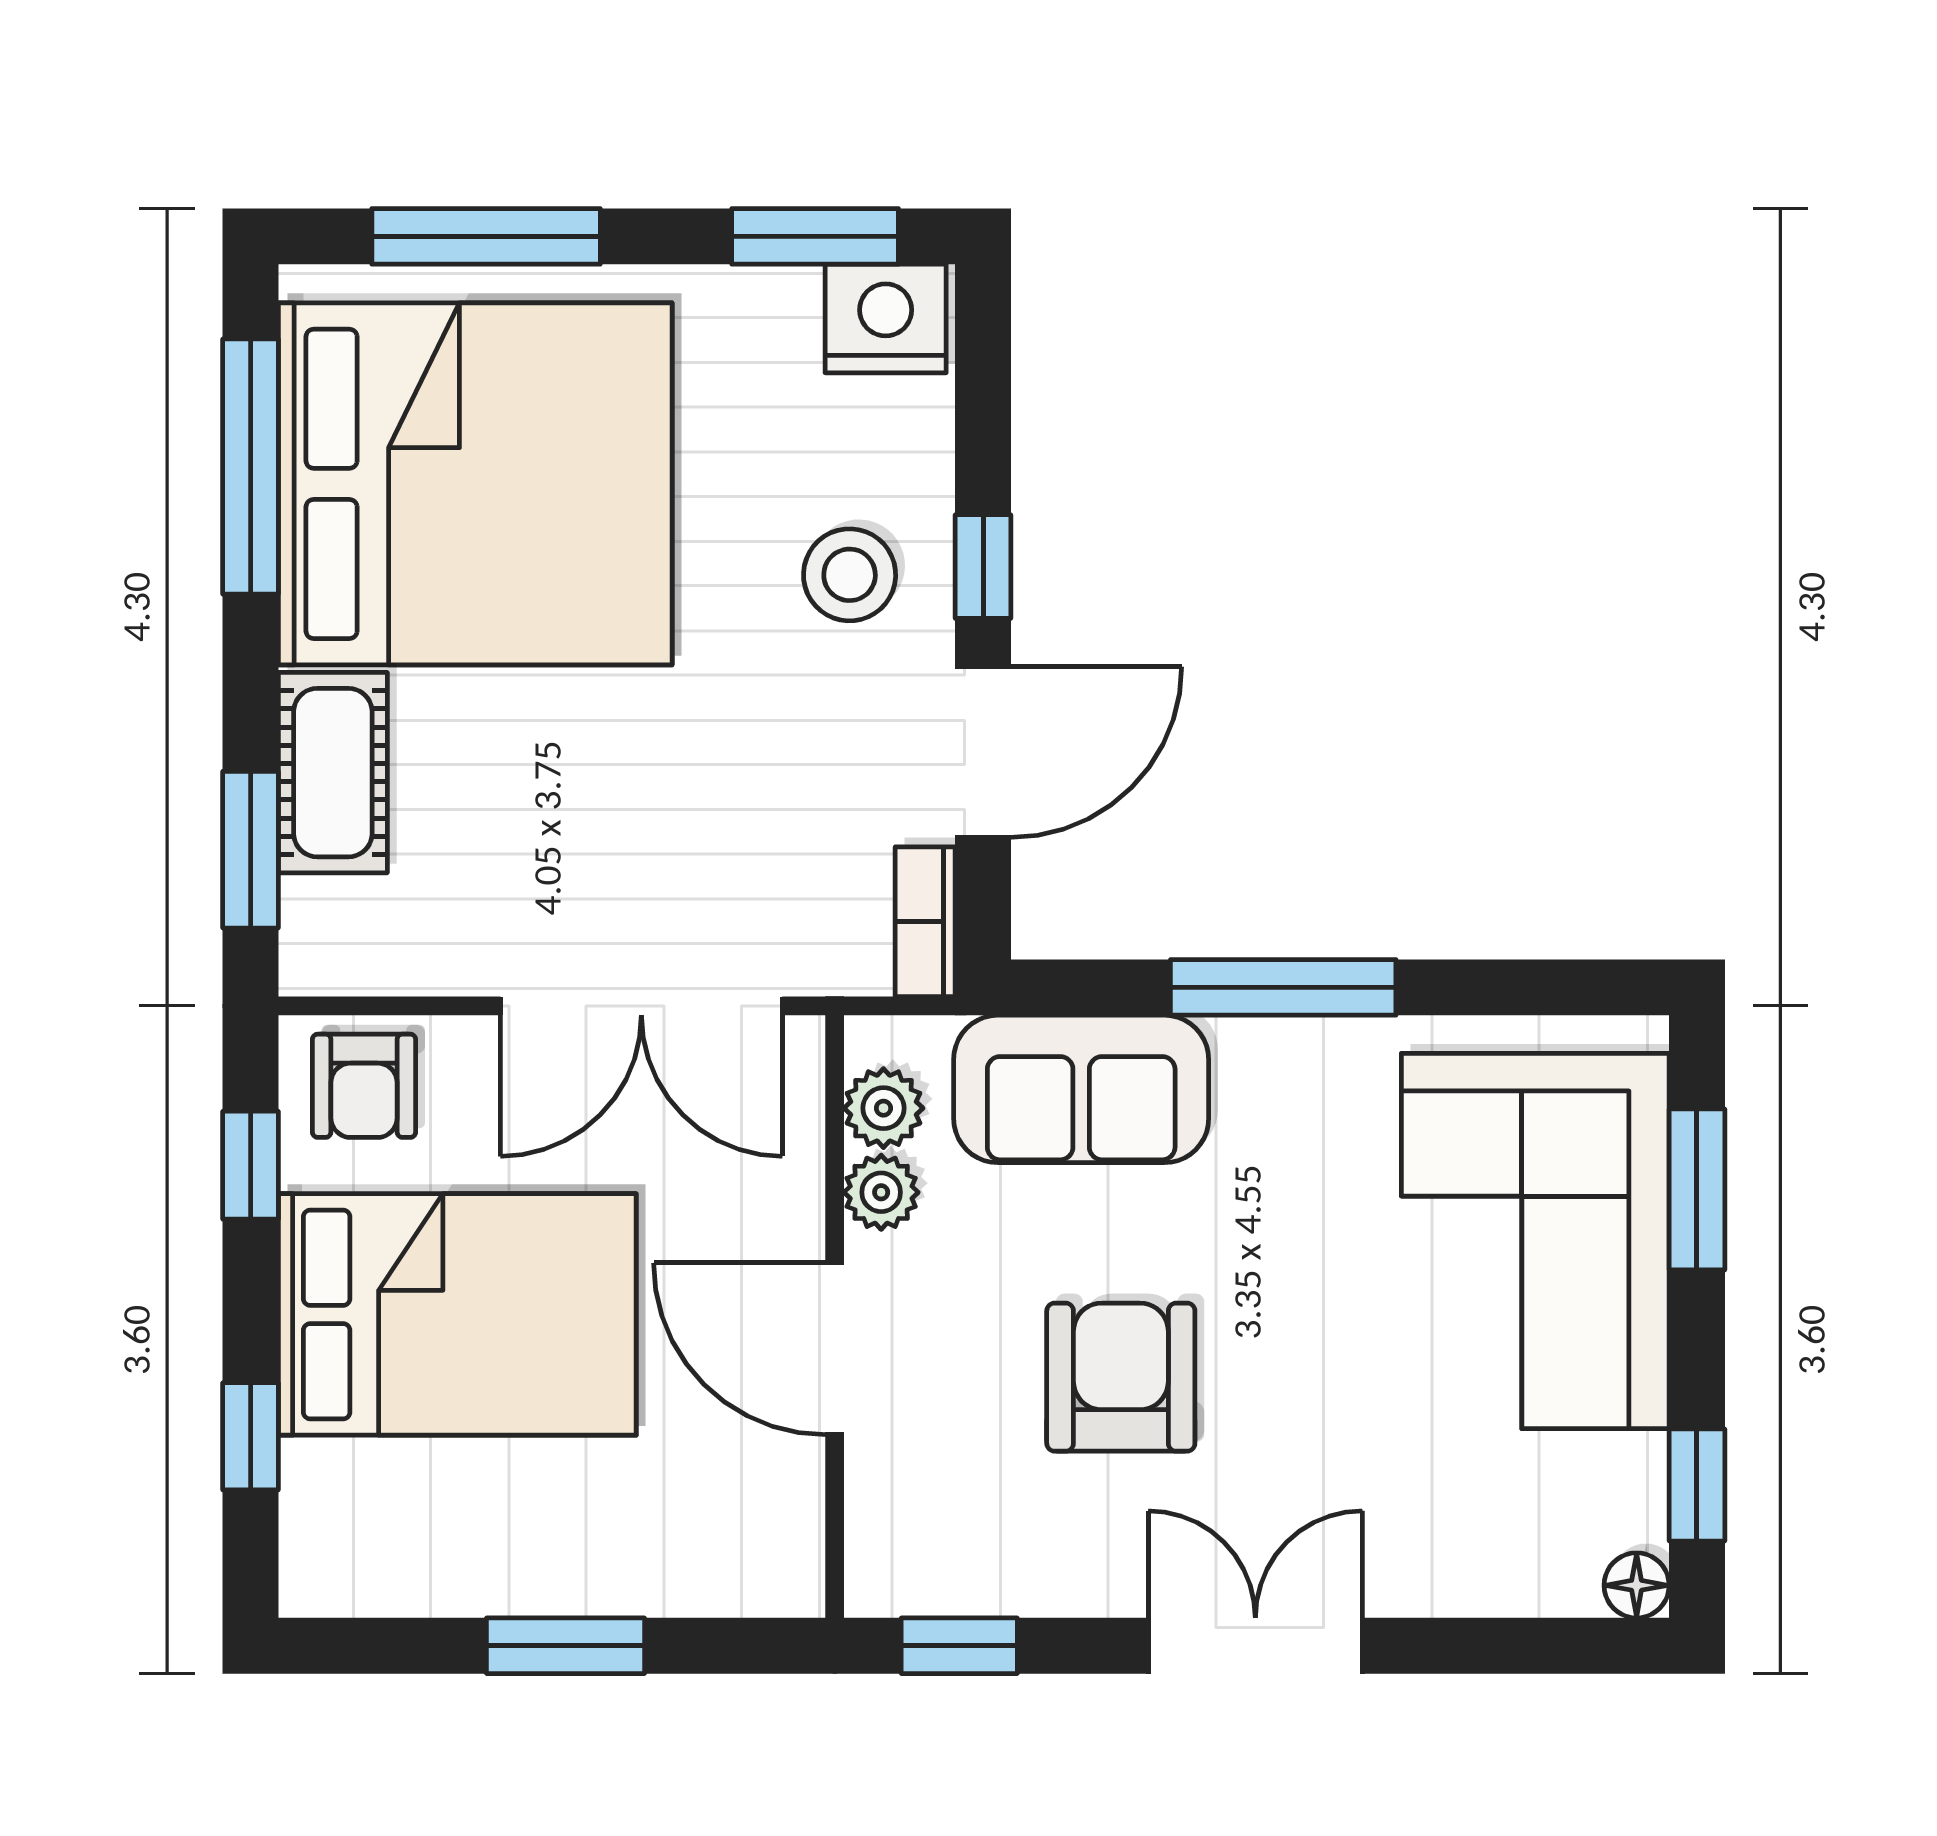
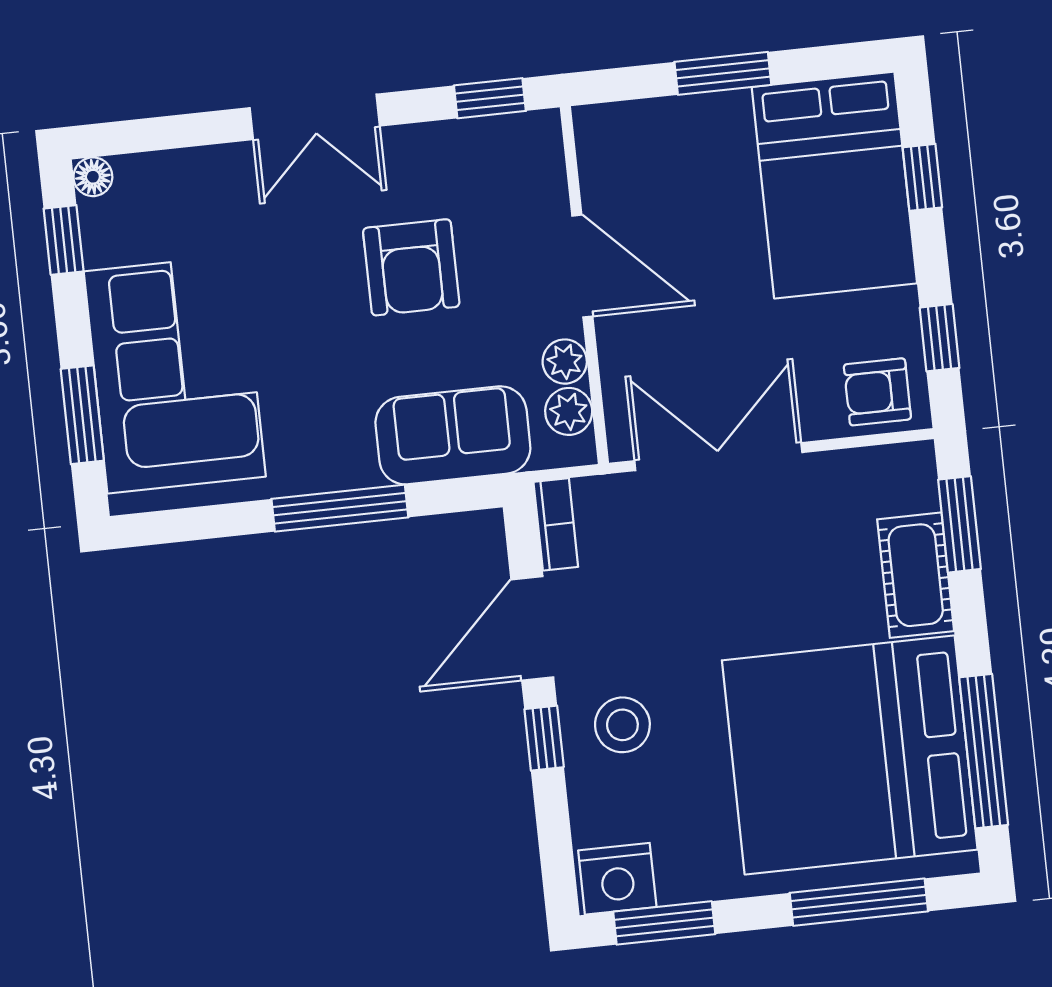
armchair: (364, 1086) -> (877, 392), turned -90
bed: (457, 1314) -> (834, 185), moved, turned -90

